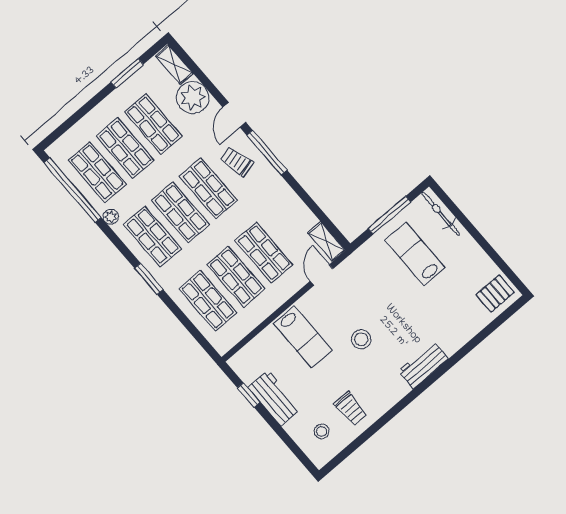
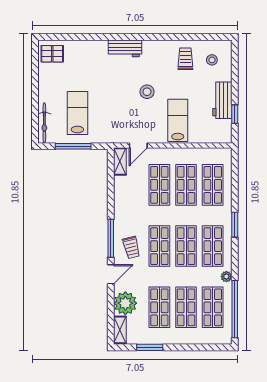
lab bench: (415, 254) -> (77, 113), turned 180

